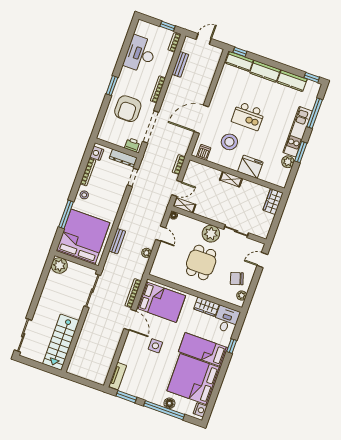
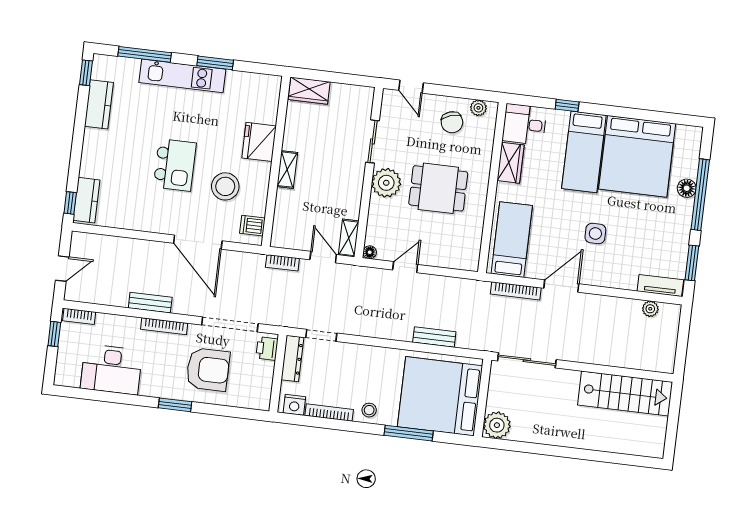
door: (204, 39) -> (62, 269), swing flipped
bench: (180, 64) -> (150, 303), moved
kitchen counter: (265, 71) -> (93, 153), removed
plant: (288, 162) -> (236, 81), removed
plant: (146, 253) -> (650, 309), moved
bed: (161, 302) -> (512, 240), width x0.67
sliding door: (23, 335) -> (628, 460), removed
nightstand: (200, 410) -> (686, 134), removed

